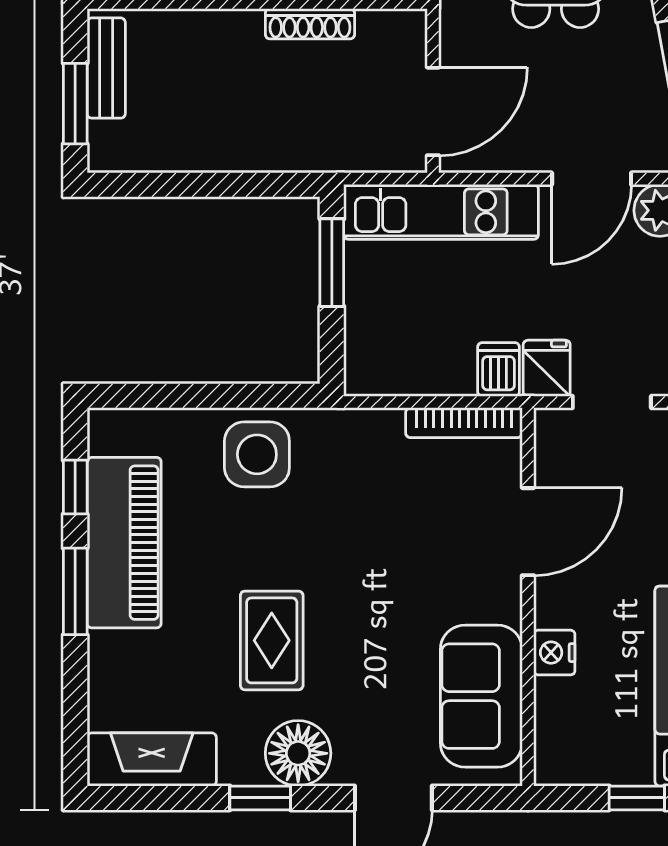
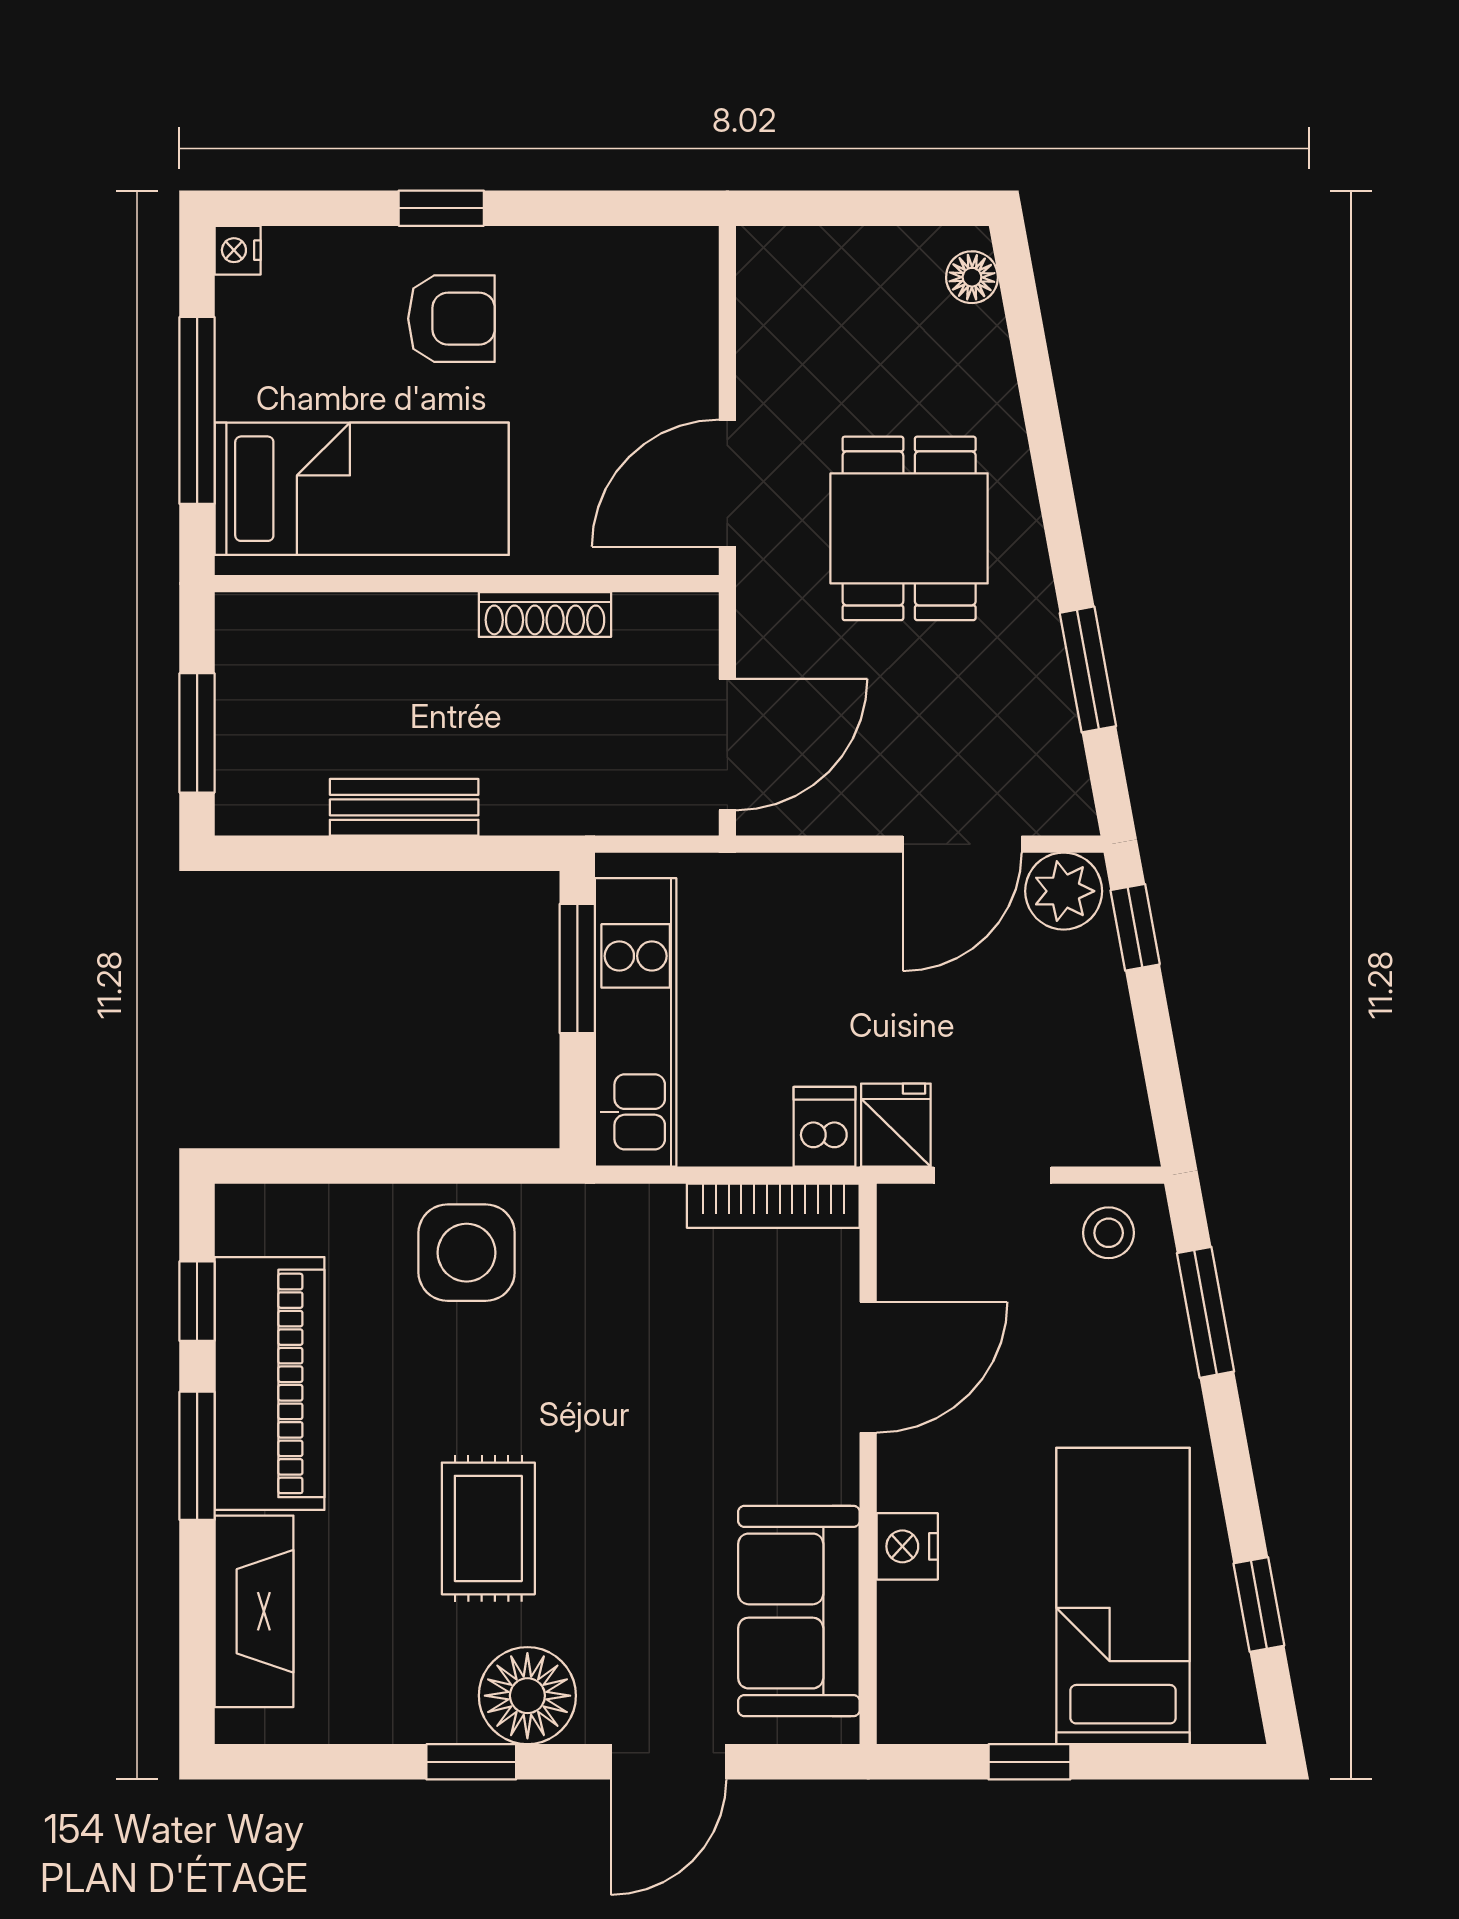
bench: (106, 68) -> (404, 807), moved, turned 90
kitchen unit: (441, 212) -> (636, 1022), moved, turned -90
fireplace: (152, 759) -> (254, 1611), moved, turned 90

